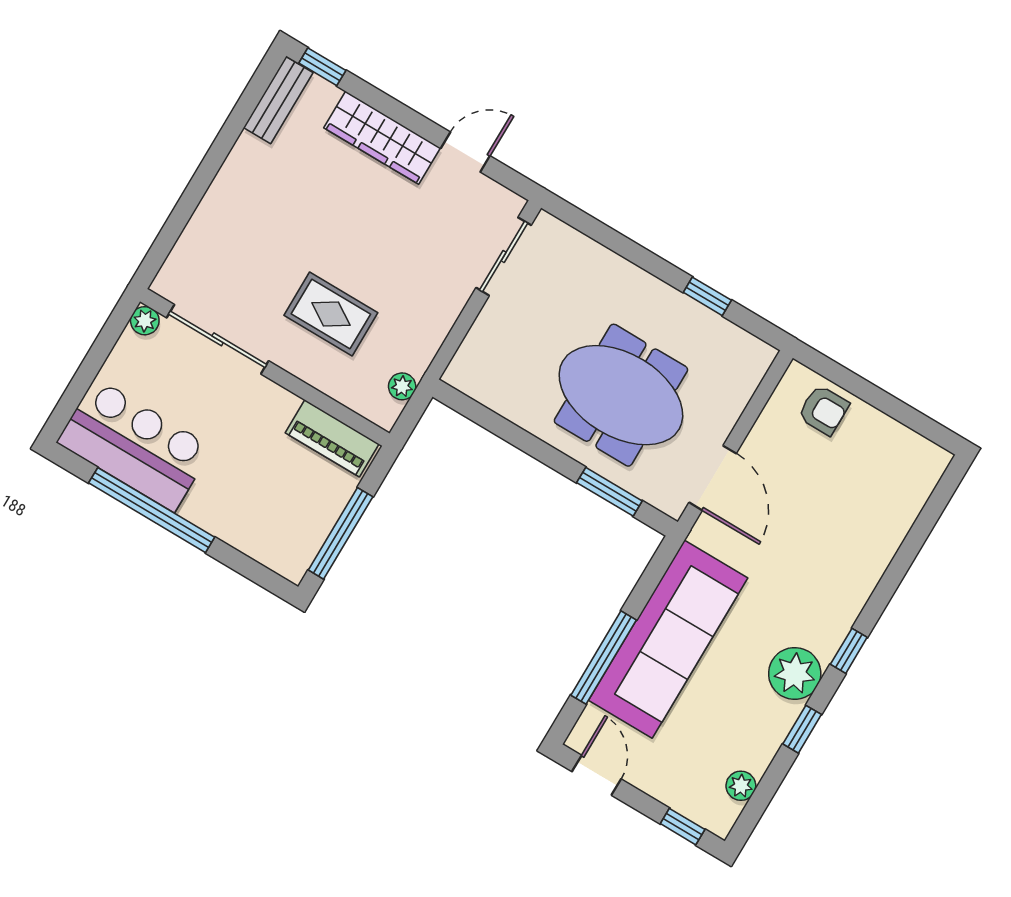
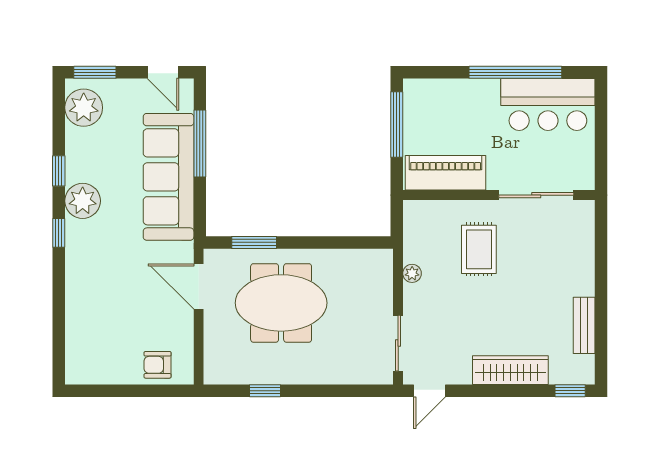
bench: (278, 100) -> (584, 325), moved
door: (465, 152) -> (429, 391), moved
rug: (331, 314) -> (479, 249), turned 90
plant: (145, 321) -> (585, 181), removed
plant: (402, 386) -> (412, 273), moved
piano: (332, 438) -> (446, 173), width x1.37, depth x1.33
plant: (741, 786) -> (84, 108), width x1.88, depth x1.88
window: (683, 827) -> (95, 72), width x1.50

